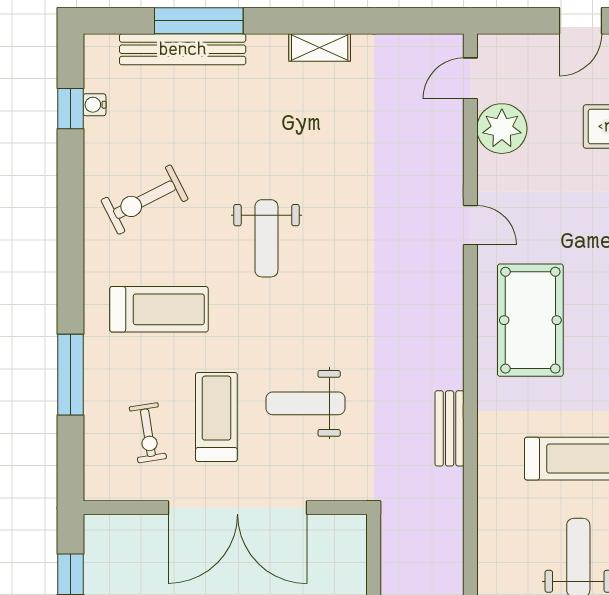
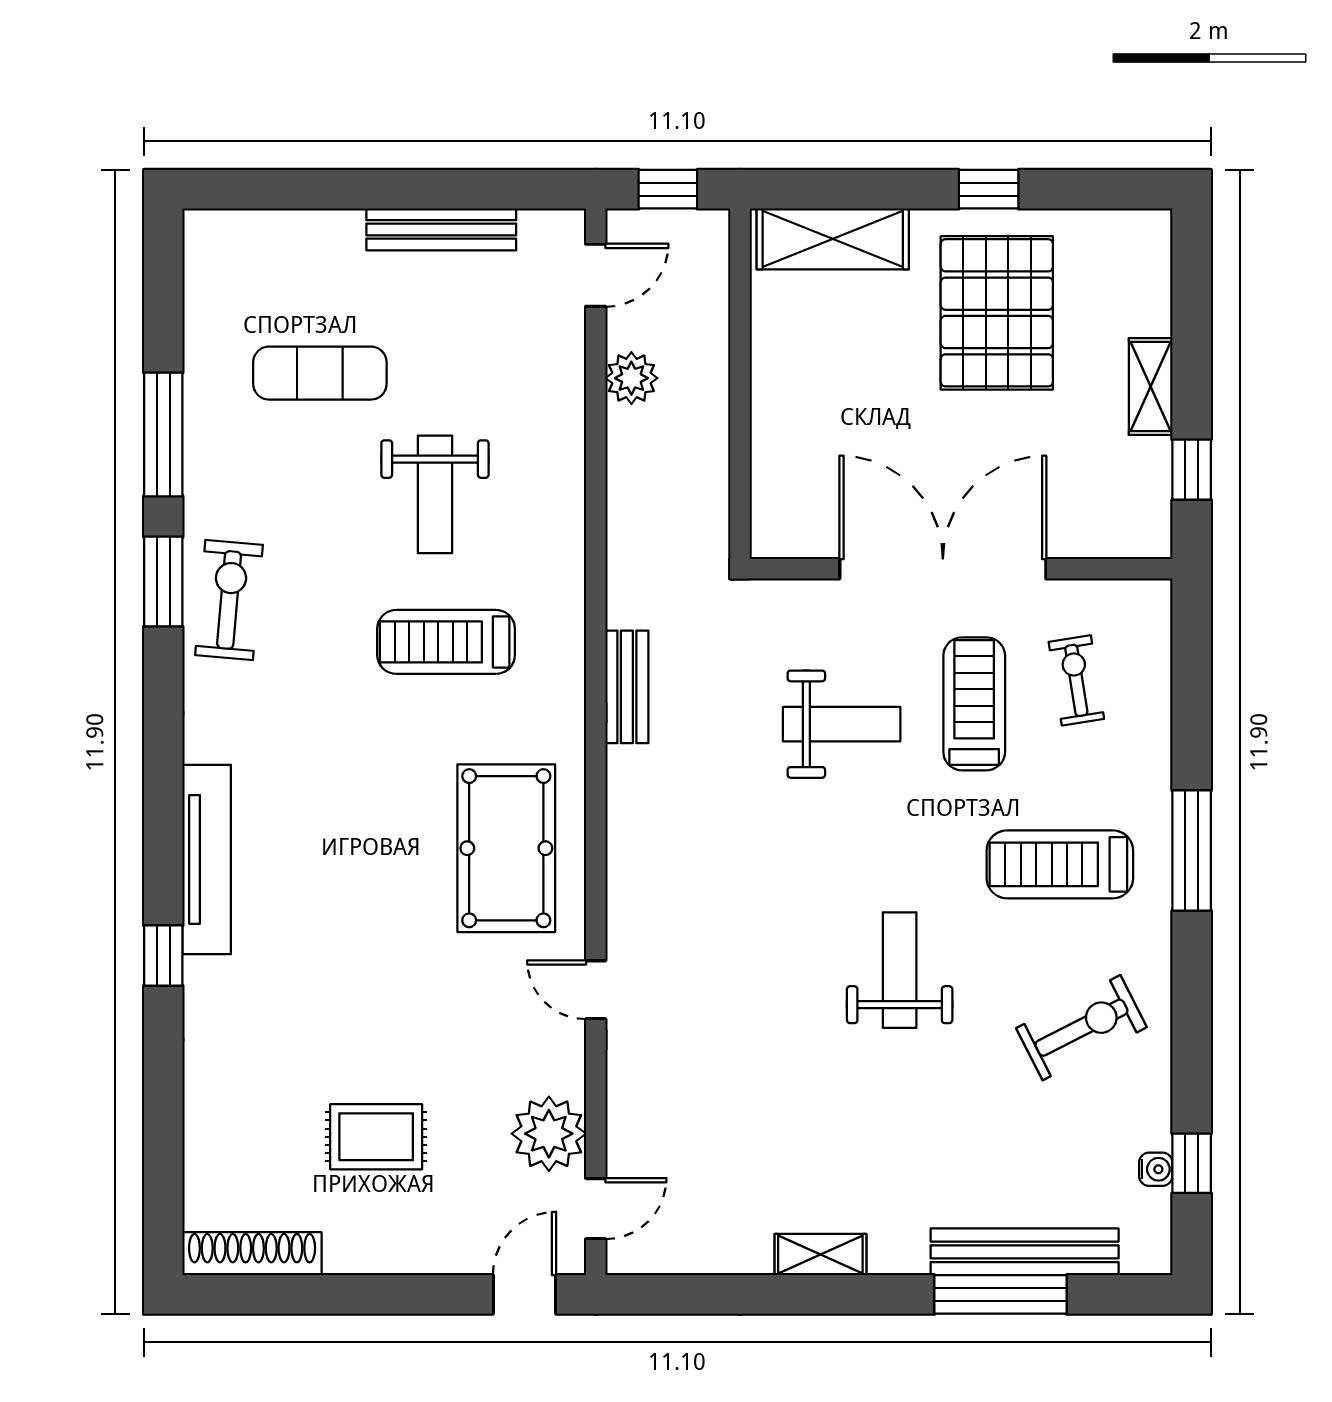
door: (580, 21) -> (525, 1294), moved
window: (71, 375) -> (1192, 851), moved
treadmill: (216, 417) -> (974, 704), turned 180

